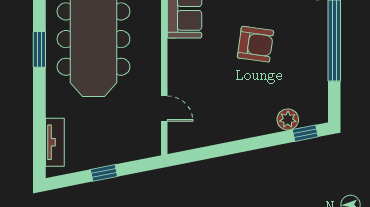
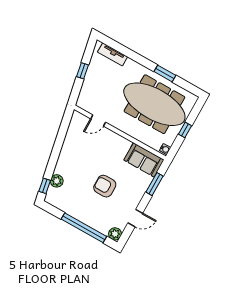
armchair: (255, 44) -> (105, 186), turned 82

